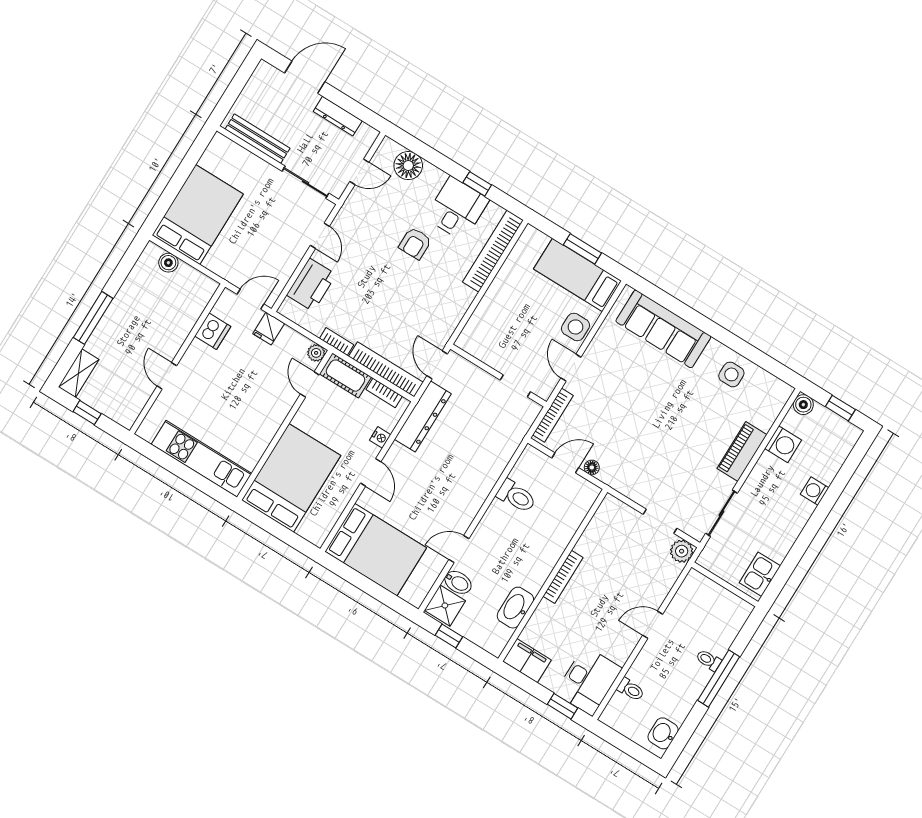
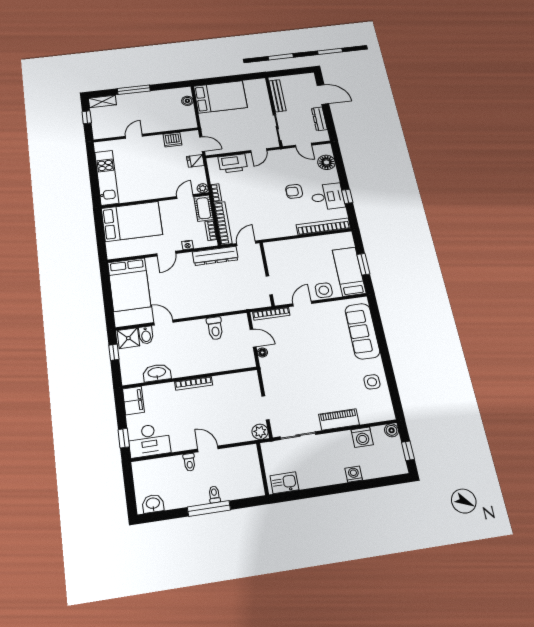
toilet: (631, 690) -> (189, 462), moved

